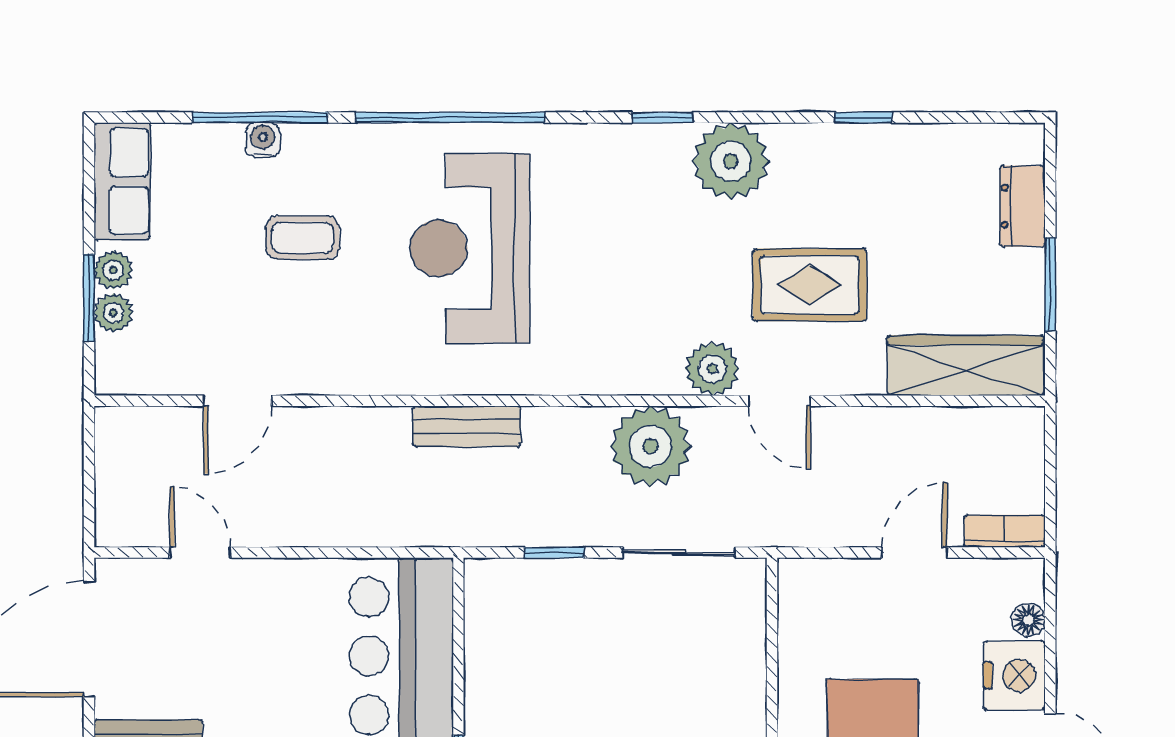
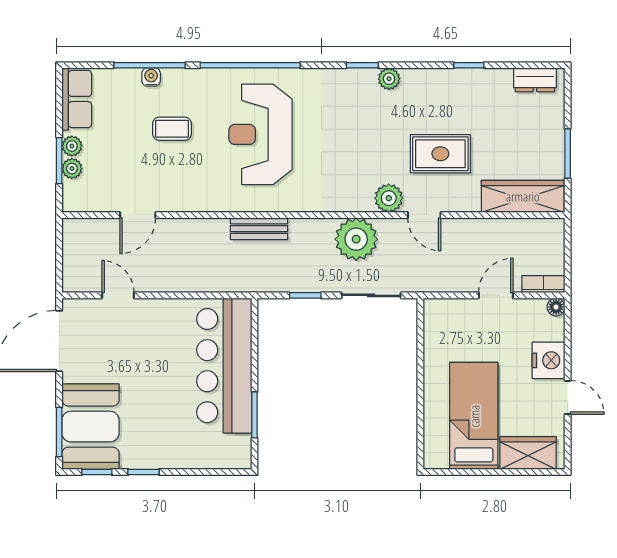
plant: (731, 161) -> (389, 79), width x0.53, depth x0.53
dresser: (1022, 206) -> (535, 80), moved, turned -90
floor lamp: (1028, 620) -> (556, 307), moved

